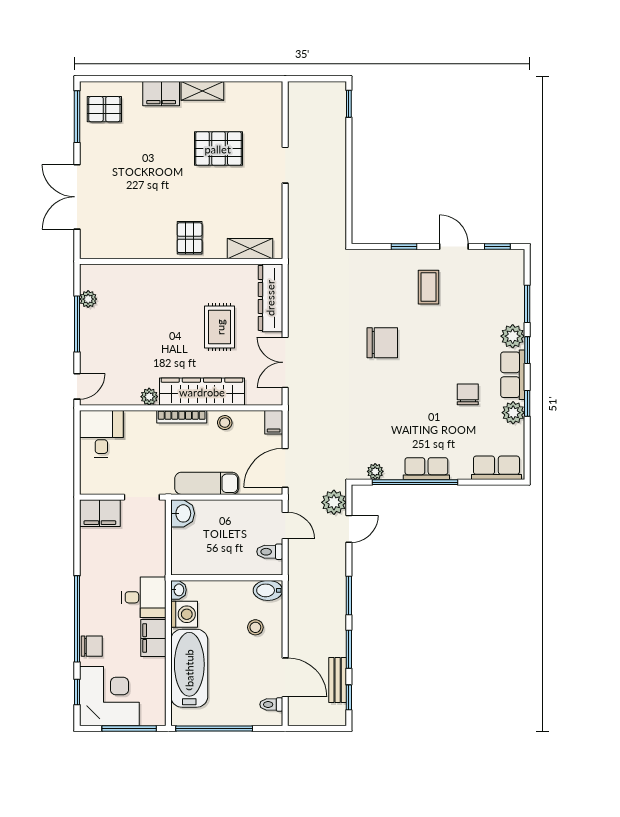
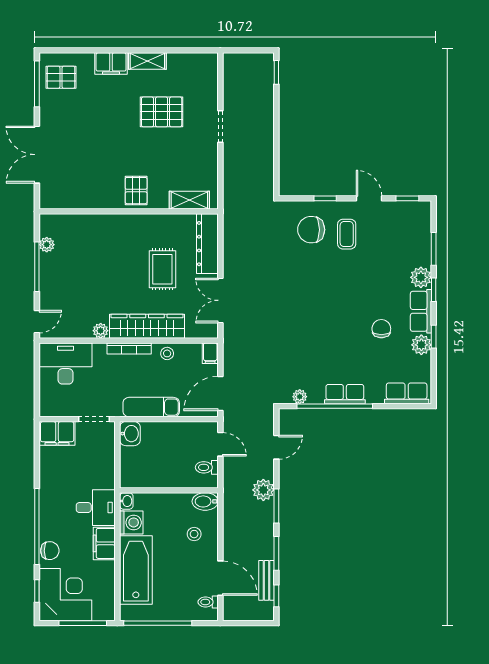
chair: (382, 343) -> (311, 230), moved, turned 180
desk: (101, 434) -> (65, 364), width x1.37
plant: (334, 502) -> (263, 490), moved

